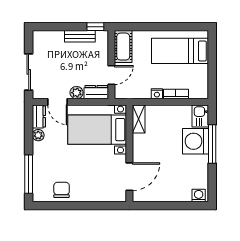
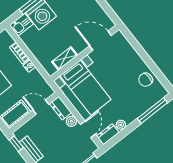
shelving: (139, 119) -> (65, 58), moved

